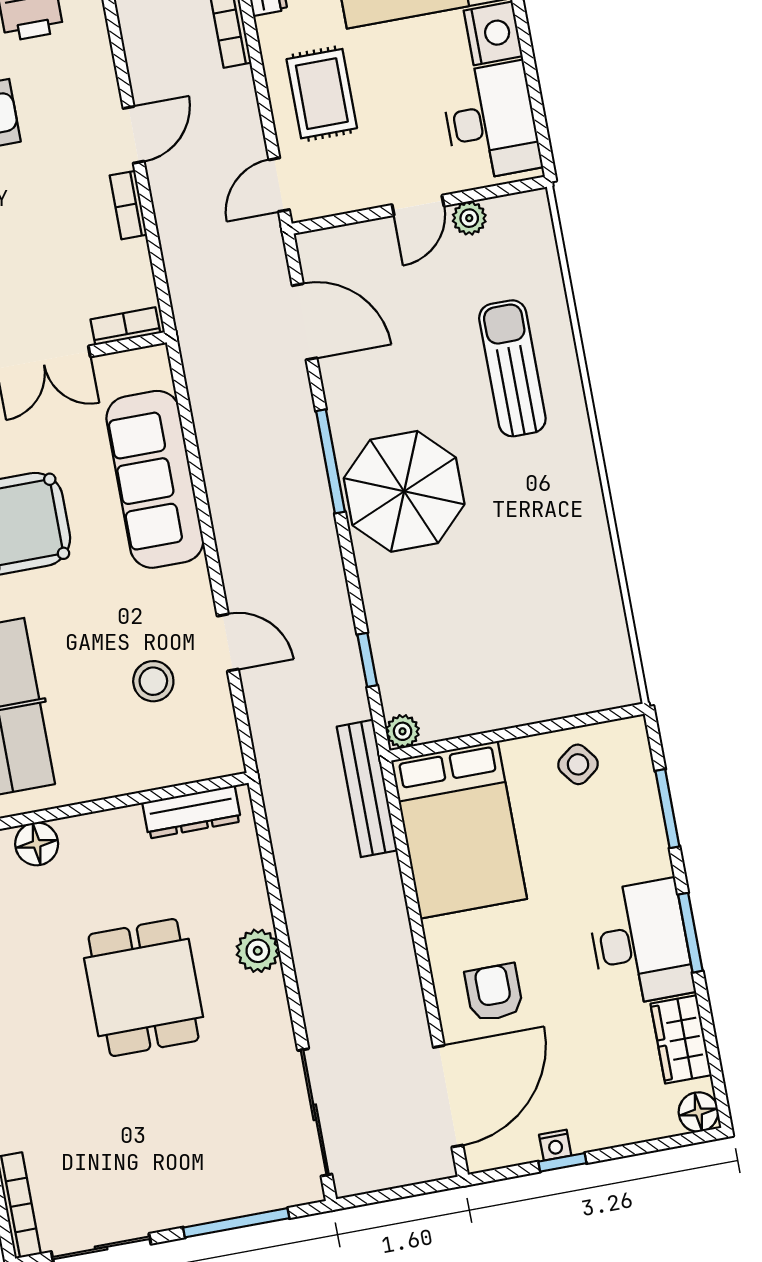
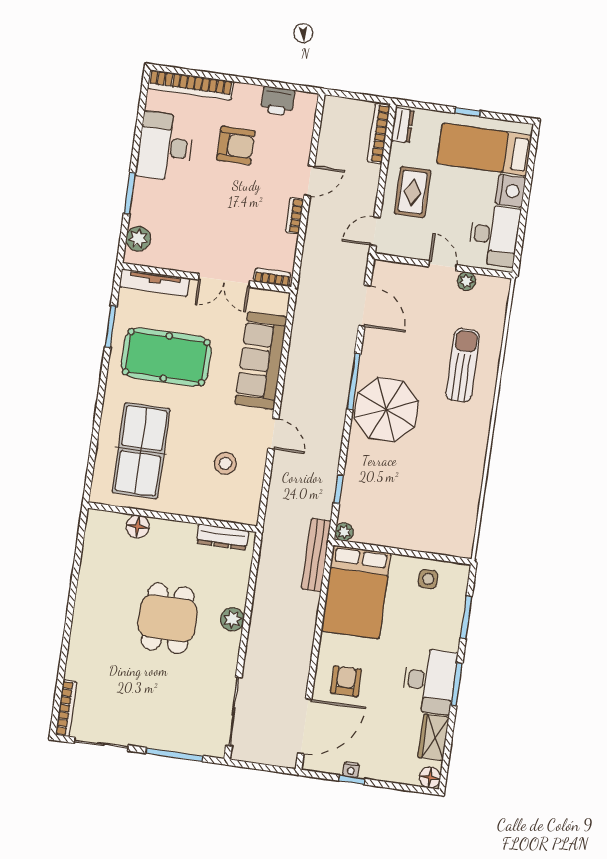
door: (418, 205) -> (443, 266), swing flipped
door: (228, 643) -> (273, 434), moved
side table: (578, 764) -> (428, 579), turned 37

